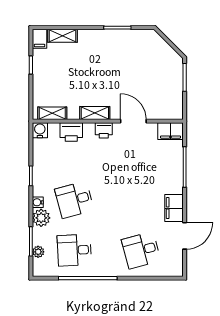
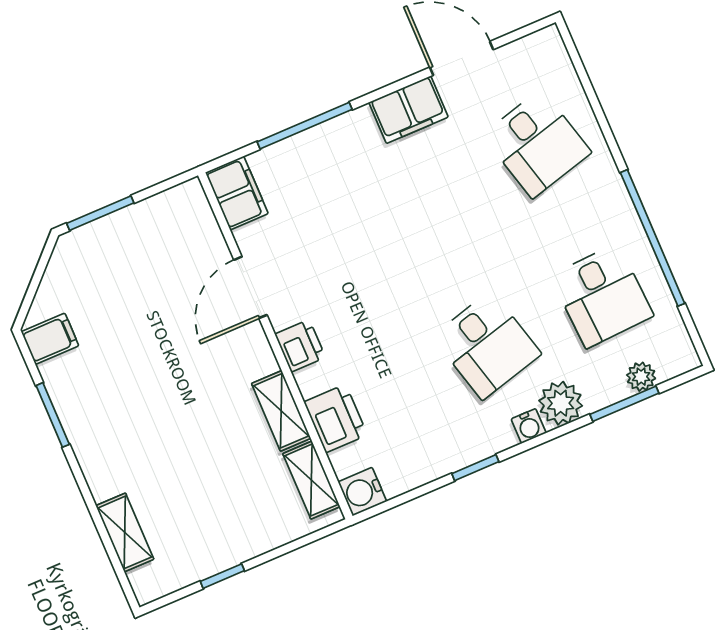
filing cabinet: (40, 39) -> (50, 339), moved
shelving: (95, 113) -> (281, 411), moved

